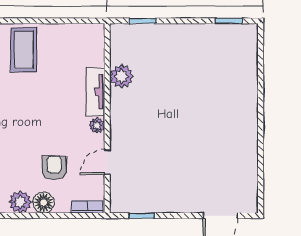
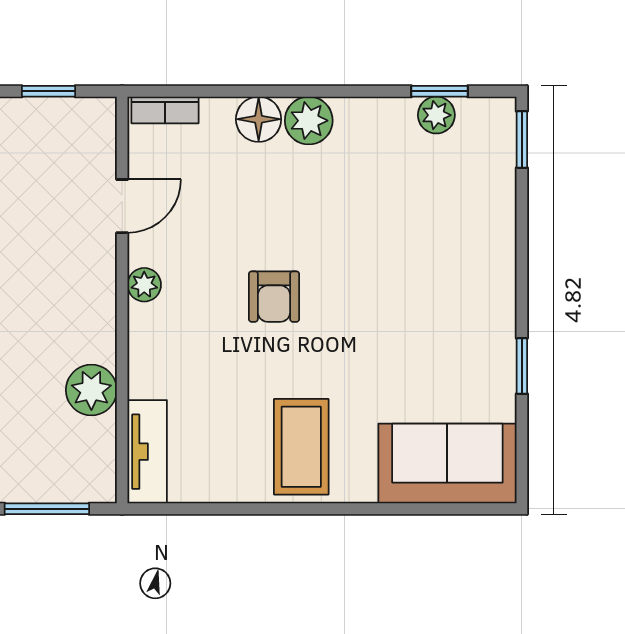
window: (142, 21) -> (47, 509), width x1.50
tv unit: (96, 92) -> (147, 452), moved
armchair: (54, 168) -> (274, 297), moved

